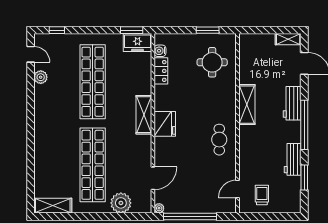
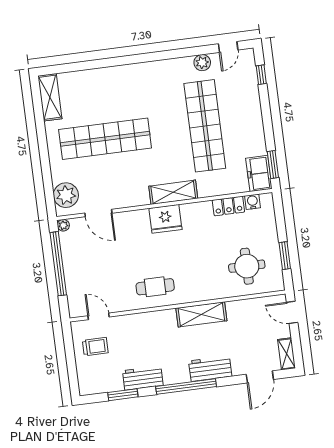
door: (255, 30) -> (292, 312), added
shop shelf: (93, 82) -> (205, 126), turned 90
plant: (121, 203) -> (66, 195), moved

